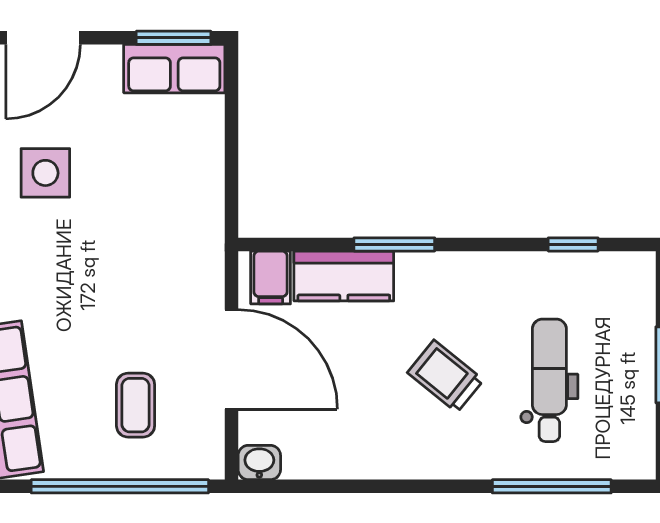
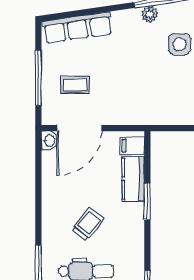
door: (231, 359) -> (79, 128), moved
window: (120, 486) -> (38, 78), width x0.68

